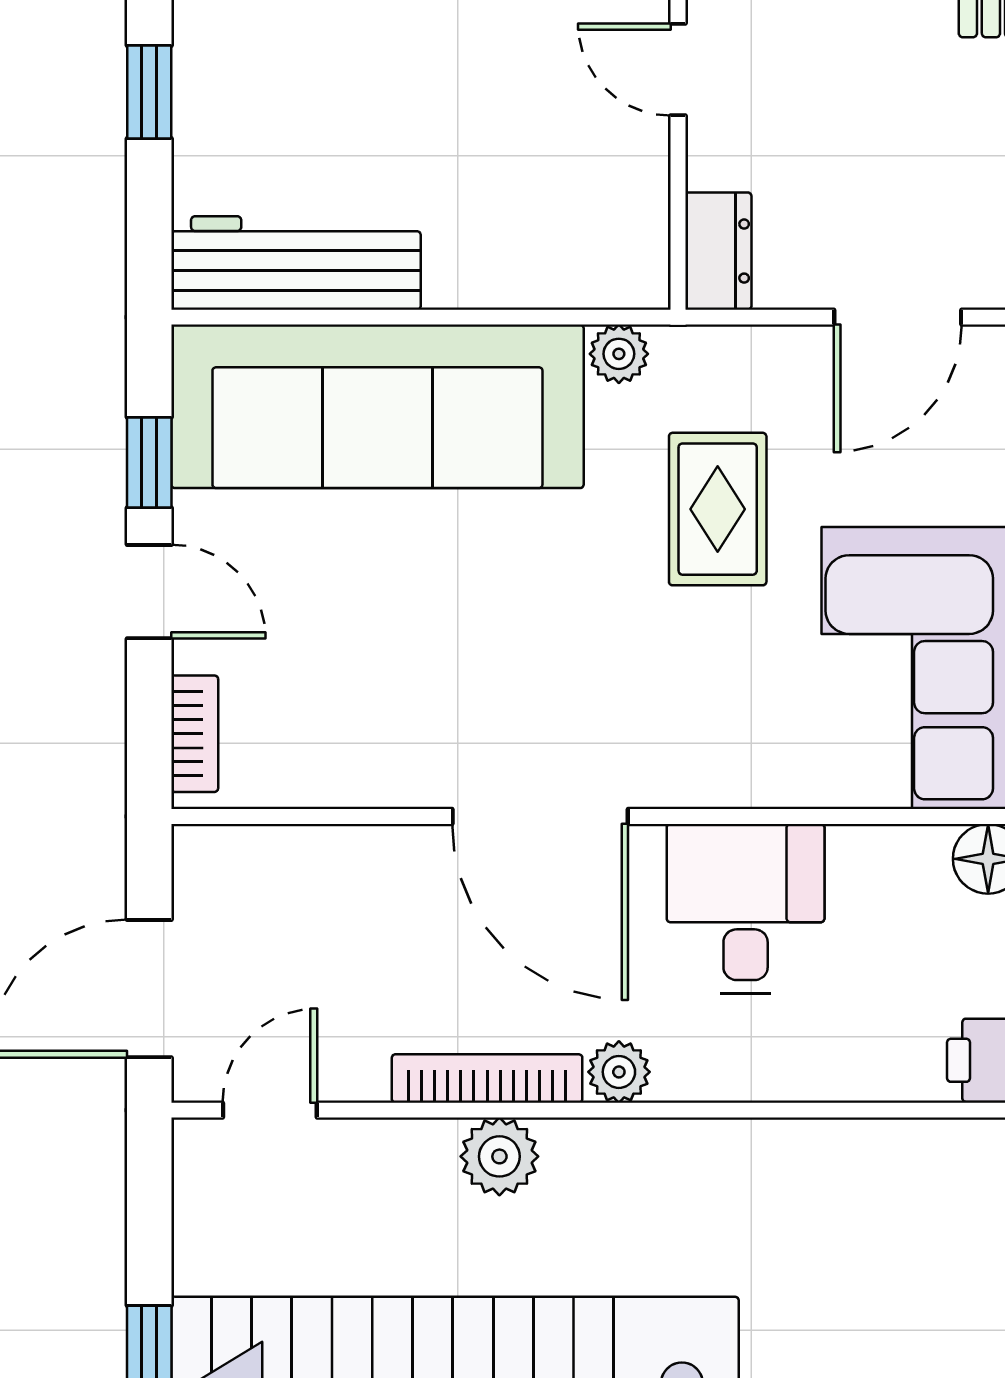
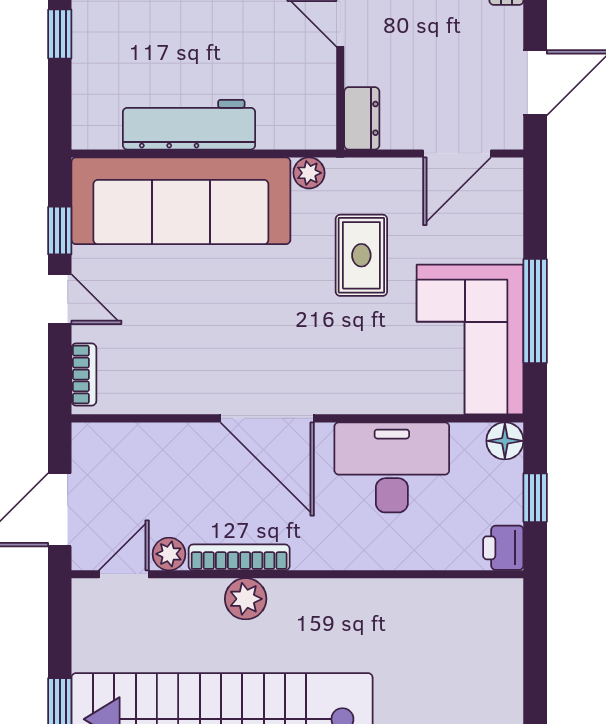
workbench: (296, 263) -> (189, 125), moved
desk: (746, 909) -> (392, 467), width x1.37
plant: (619, 1072) -> (169, 554), moved

